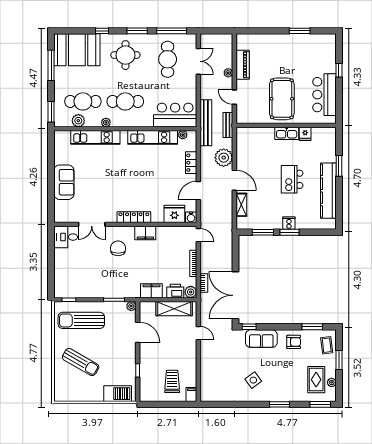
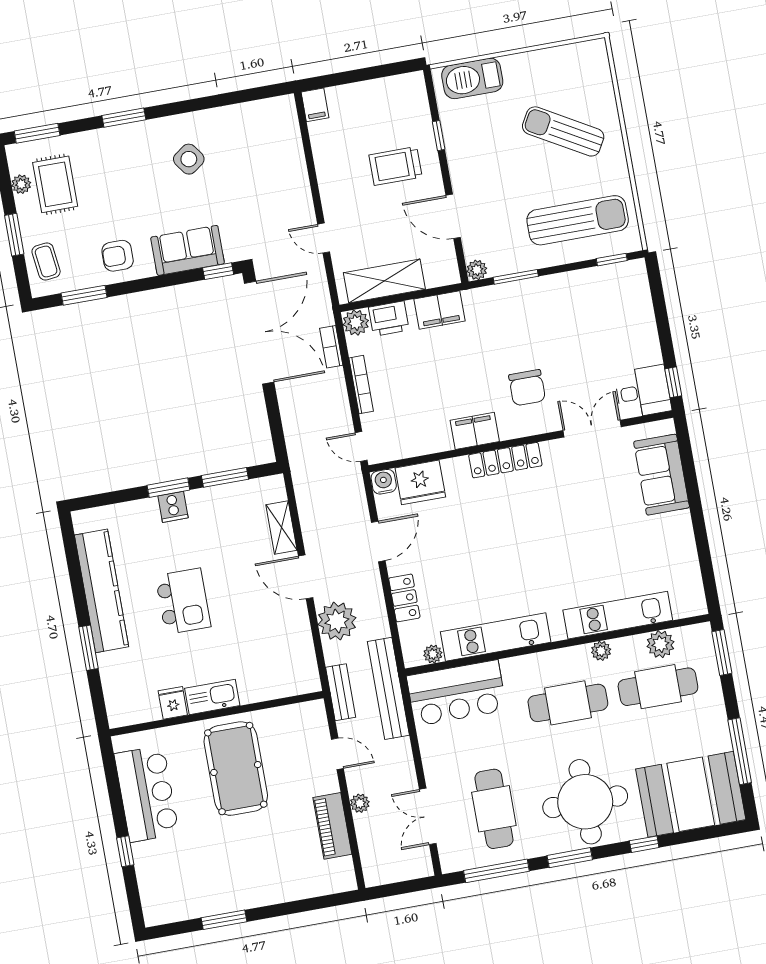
round table: (125, 55) -> (585, 802), width x1.36, depth x1.36
sofa: (64, 182) -> (662, 475), moved
window: (51, 239) -> (673, 382), added
trolley: (172, 381) -> (396, 166), moved, turned 90

